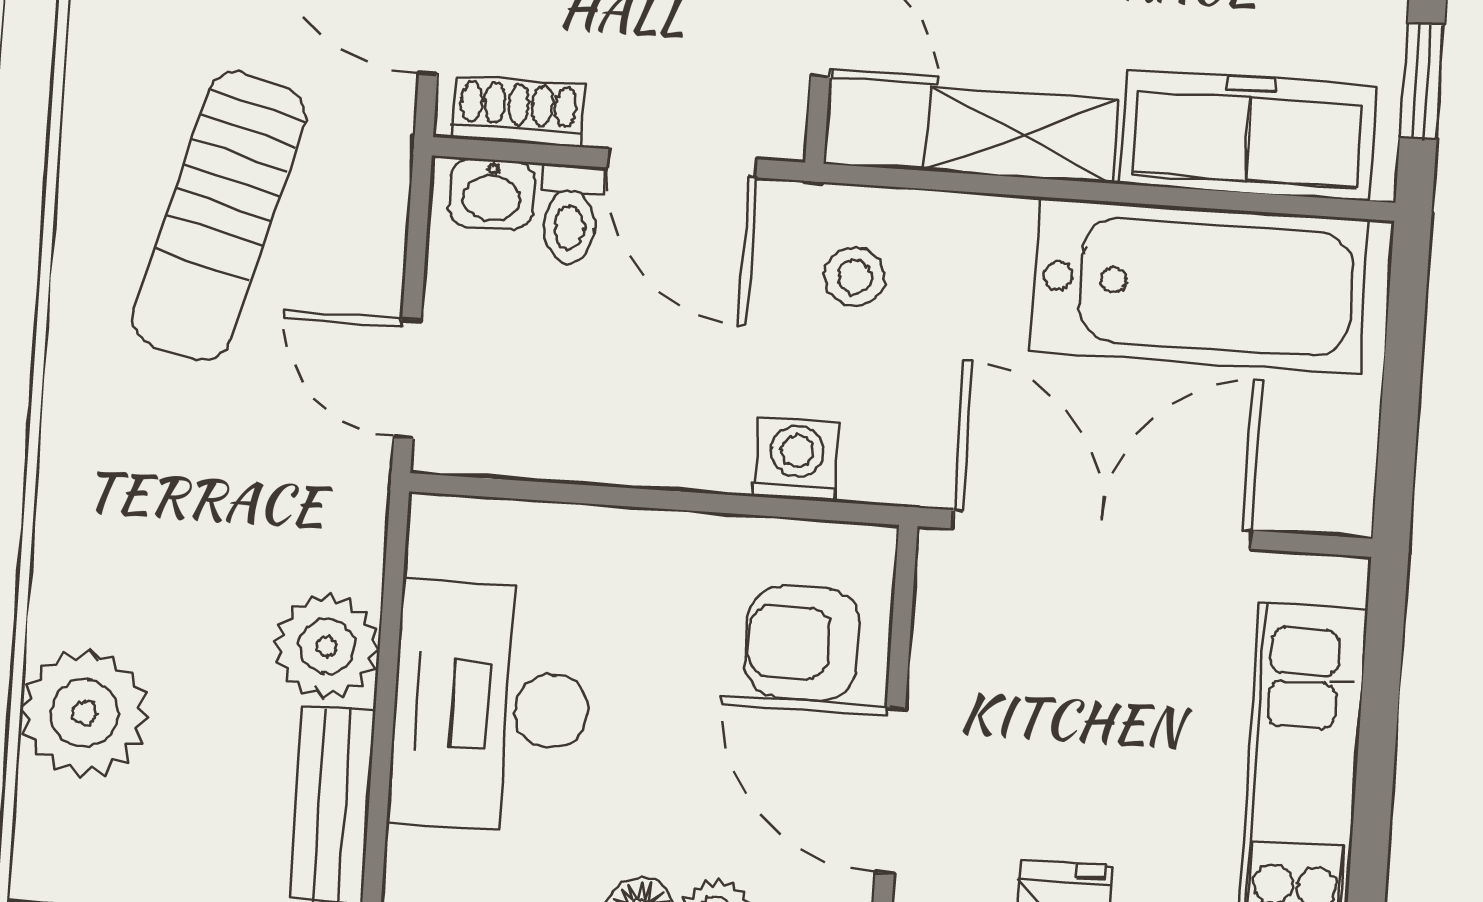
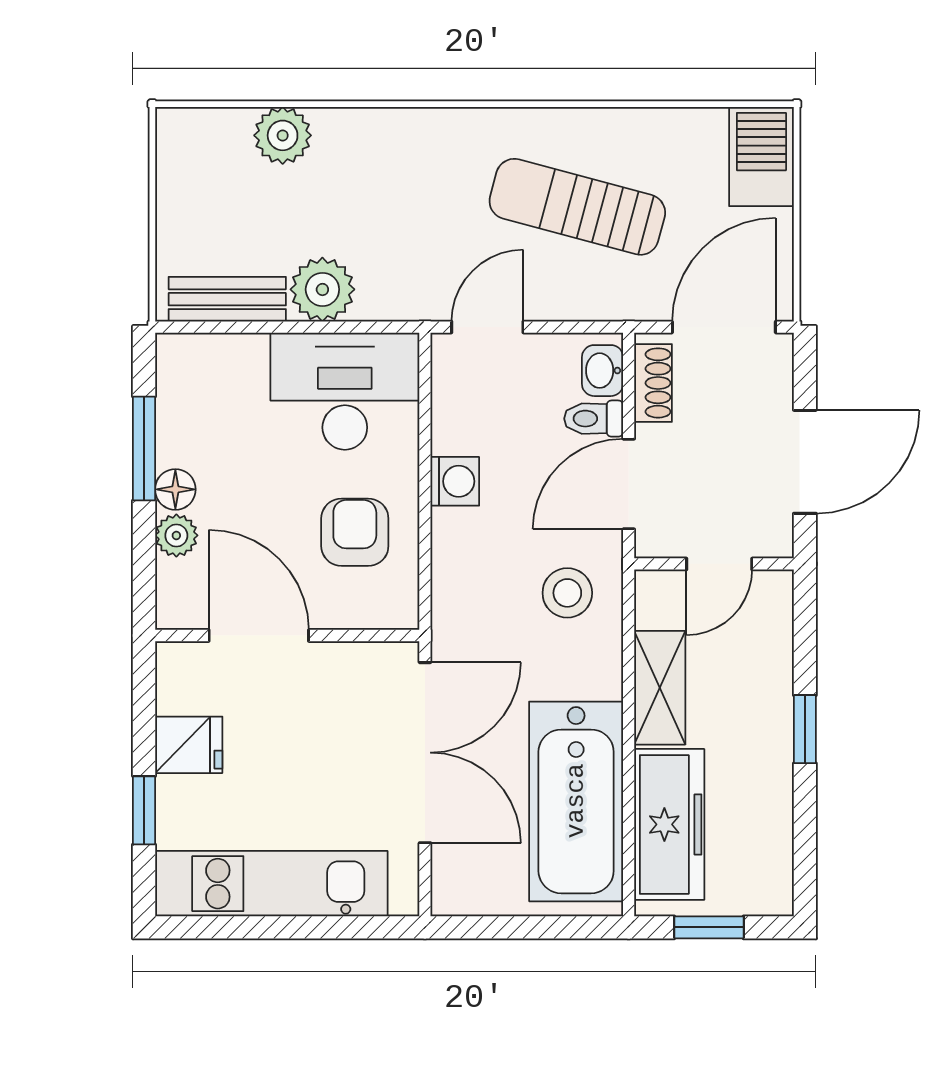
stool: (855, 277) -> (567, 593), width x1.37, depth x1.37
washing machine: (796, 459) -> (455, 481), moved
armchair: (802, 643) -> (355, 532), moved
desk: (491, 707) -> (345, 391), moved
plant: (84, 713) -> (283, 135), width x0.73, depth x0.73
door: (890, 790) -> (259, 636), hinge flipped

